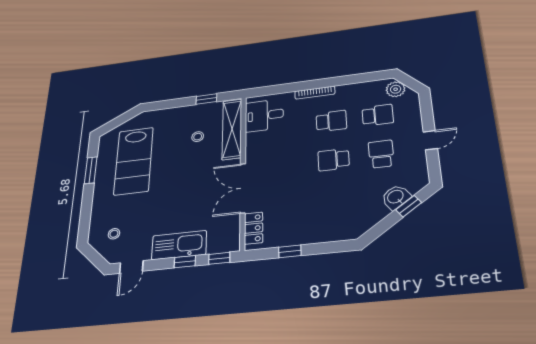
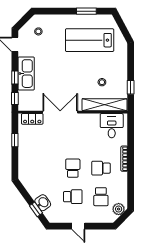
school desk: (331, 121) -> (101, 168), turned 90

